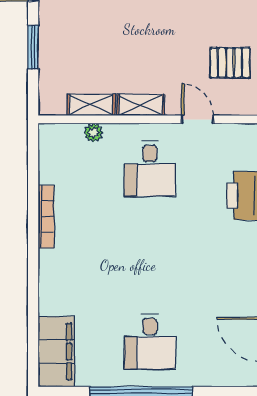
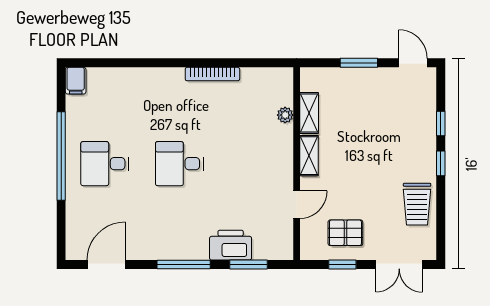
pallet: (230, 63) -> (345, 233), turned 90
desk: (150, 168) -> (179, 164), moved
filing cabinet: (56, 352) -> (76, 81), width x0.33, depth x0.86

